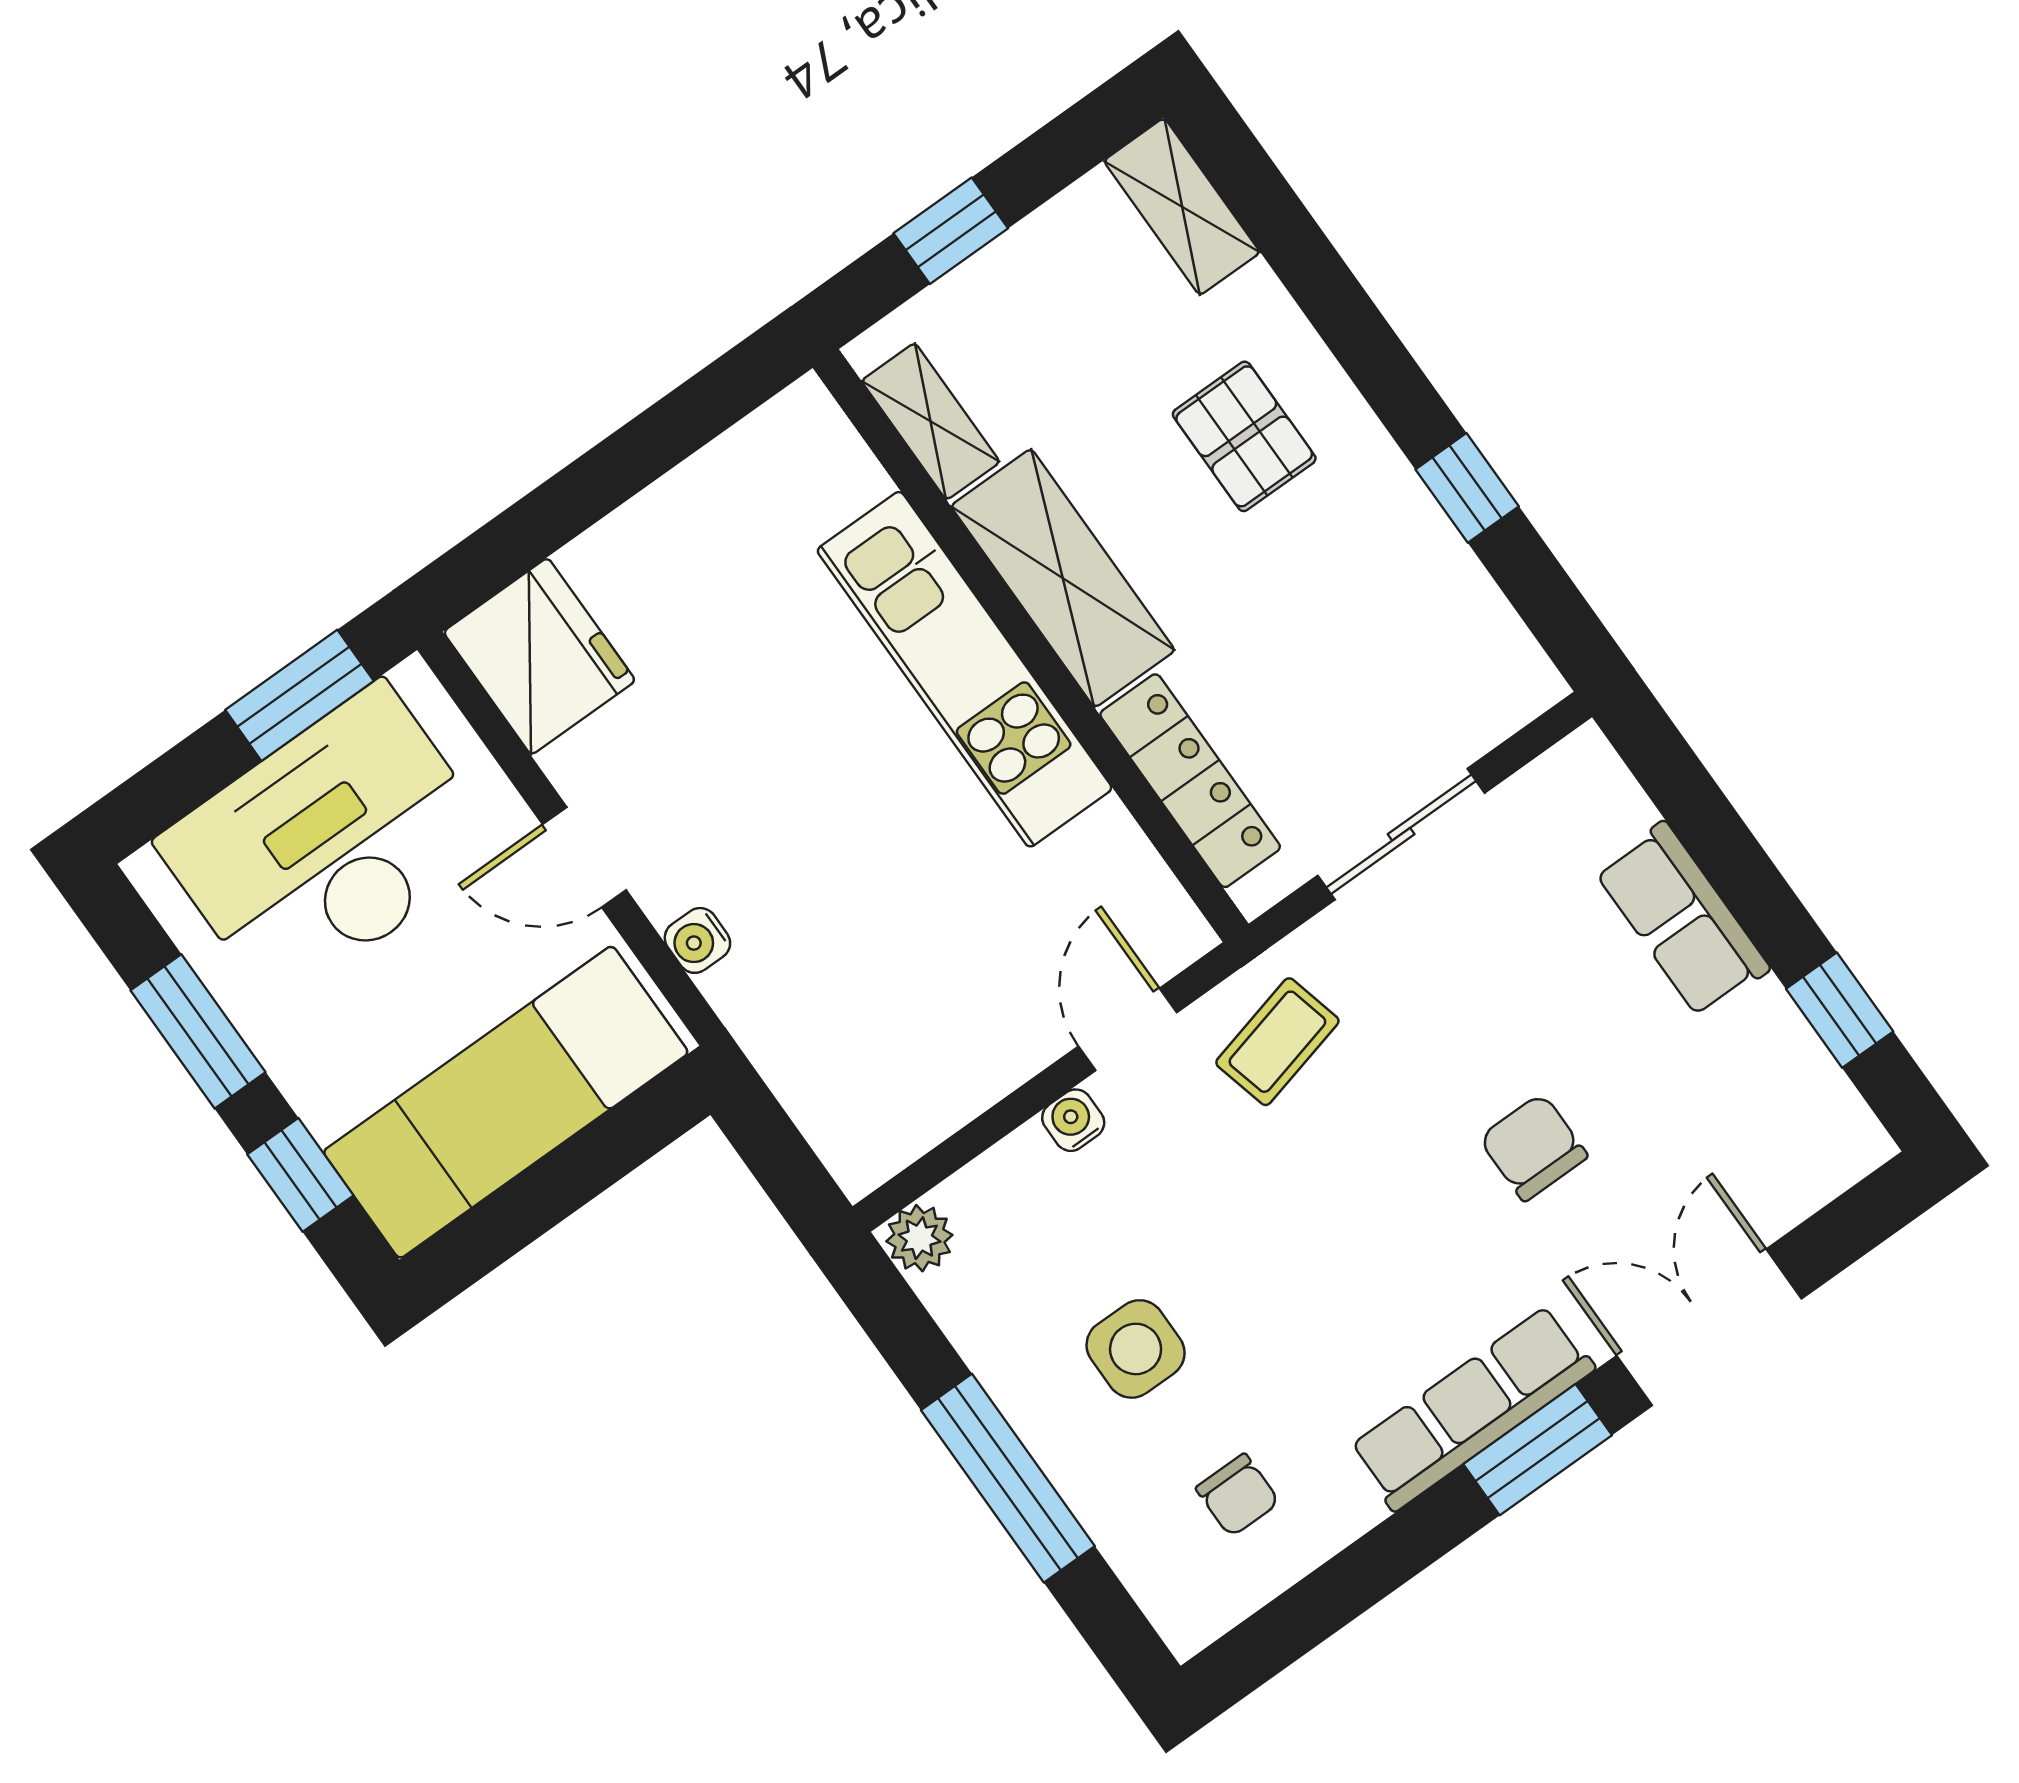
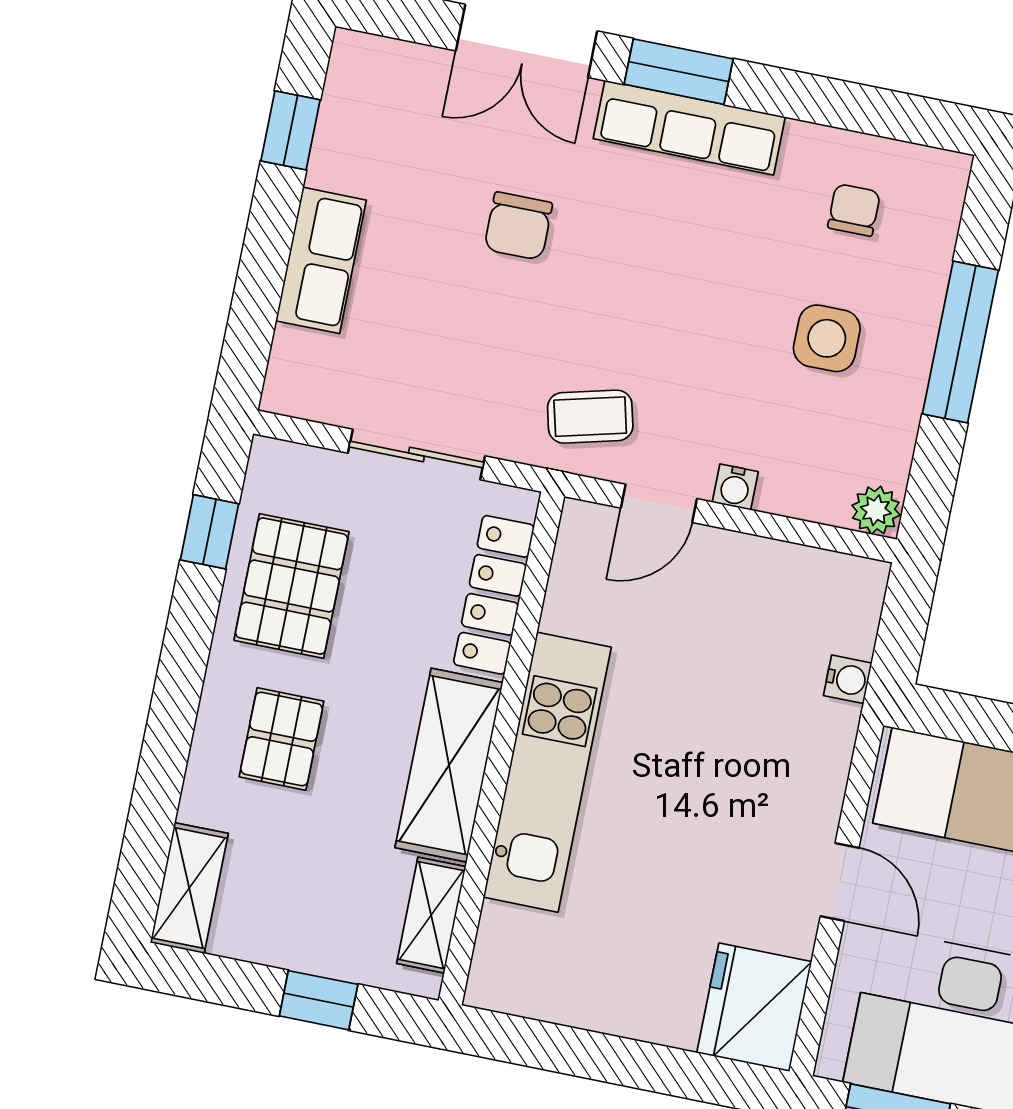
window: (1467, 488) -> (210, 532), moved
pallet: (1387, 588) -> (292, 586), added
water cooler: (697, 940) -> (848, 679), moved

